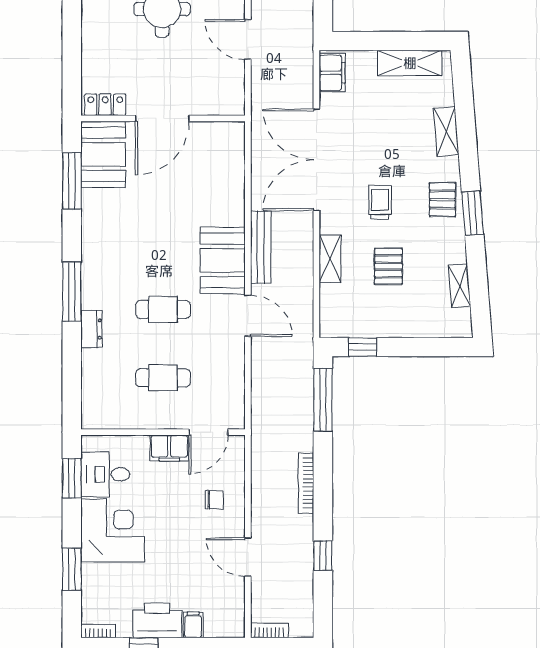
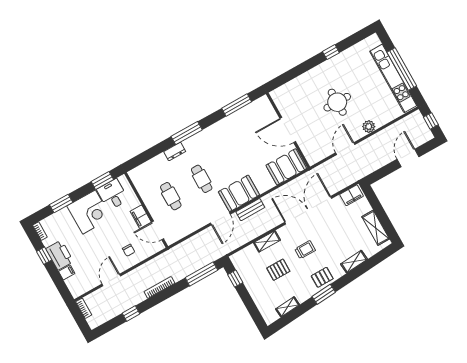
locker: (105, 105) -> (280, 101), removed
booth: (103, 154) -> (286, 167), moved
bench: (261, 247) -> (250, 210), width x0.73

